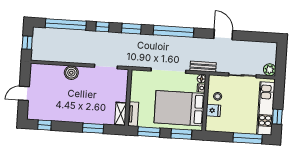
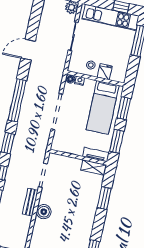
bench: (203, 67) -> (30, 202), moved
bed: (179, 108) -> (103, 107), width x0.67

